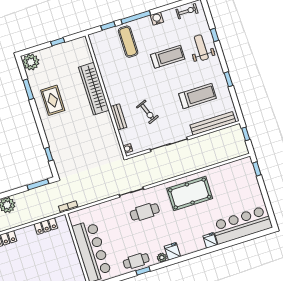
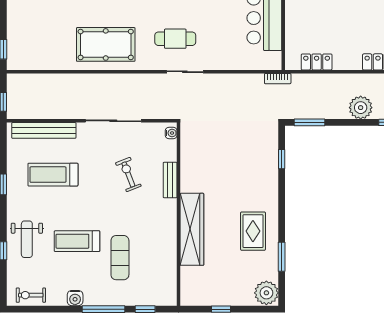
exercise mat: (128, 42) -> (120, 258), moved

